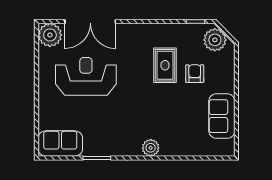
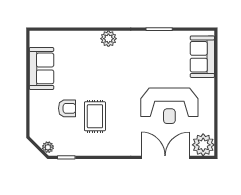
plant: (215, 40) -> (48, 147), width x0.53, depth x0.53
armchair: (195, 74) -> (67, 108), turned -90
sofa: (60, 144) -> (202, 57), moved, turned 90

